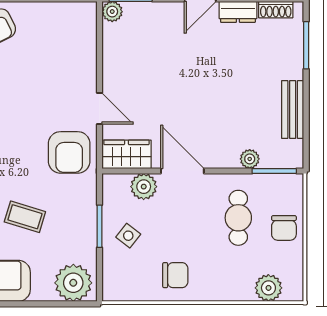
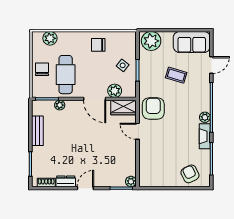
cafe table: (238, 218) -> (66, 75), width x1.37, depth x1.35

